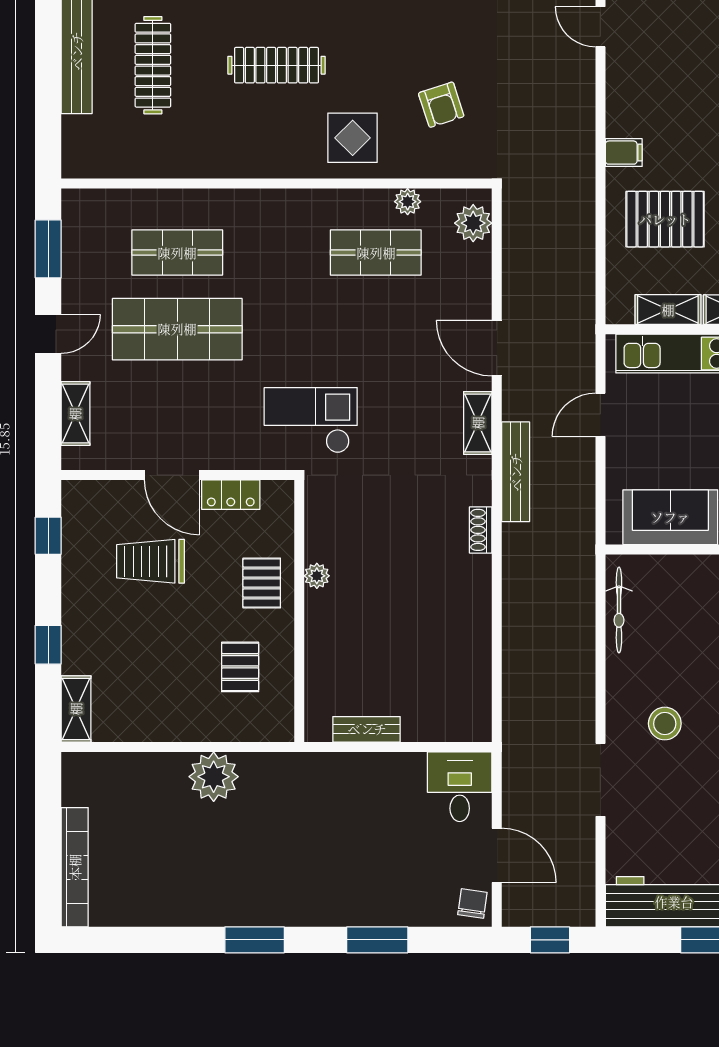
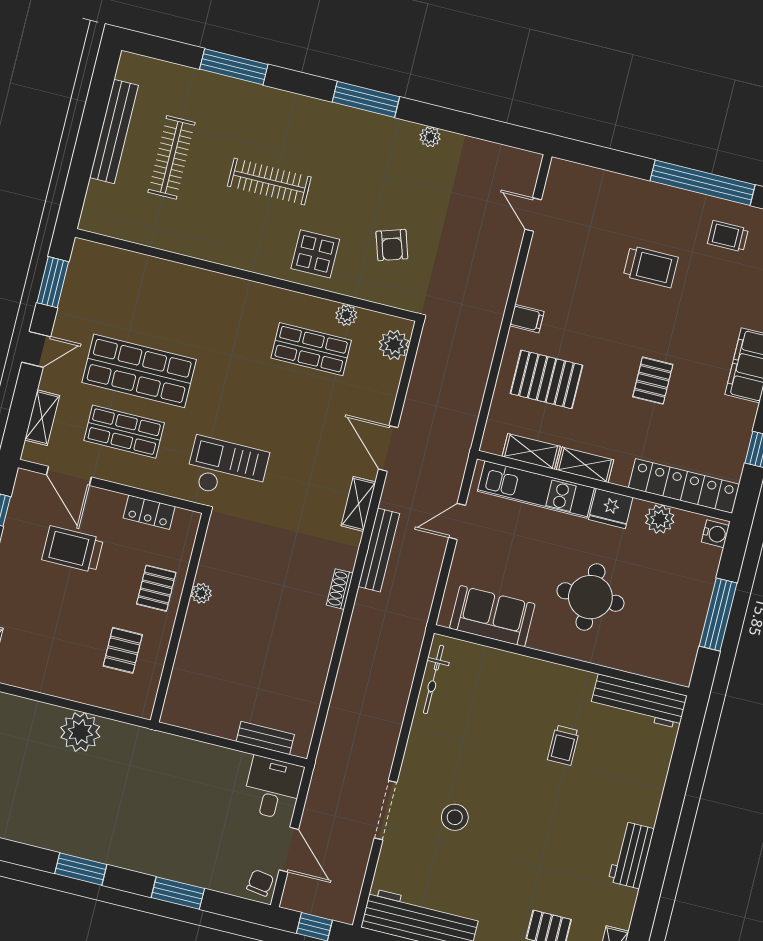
shop shelf: (177, 253) -> (124, 432), moved
door: (172, 475) -> (69, 476), moved
stool: (665, 724) -> (455, 817), moved
bench: (367, 729) -> (265, 738), moved

